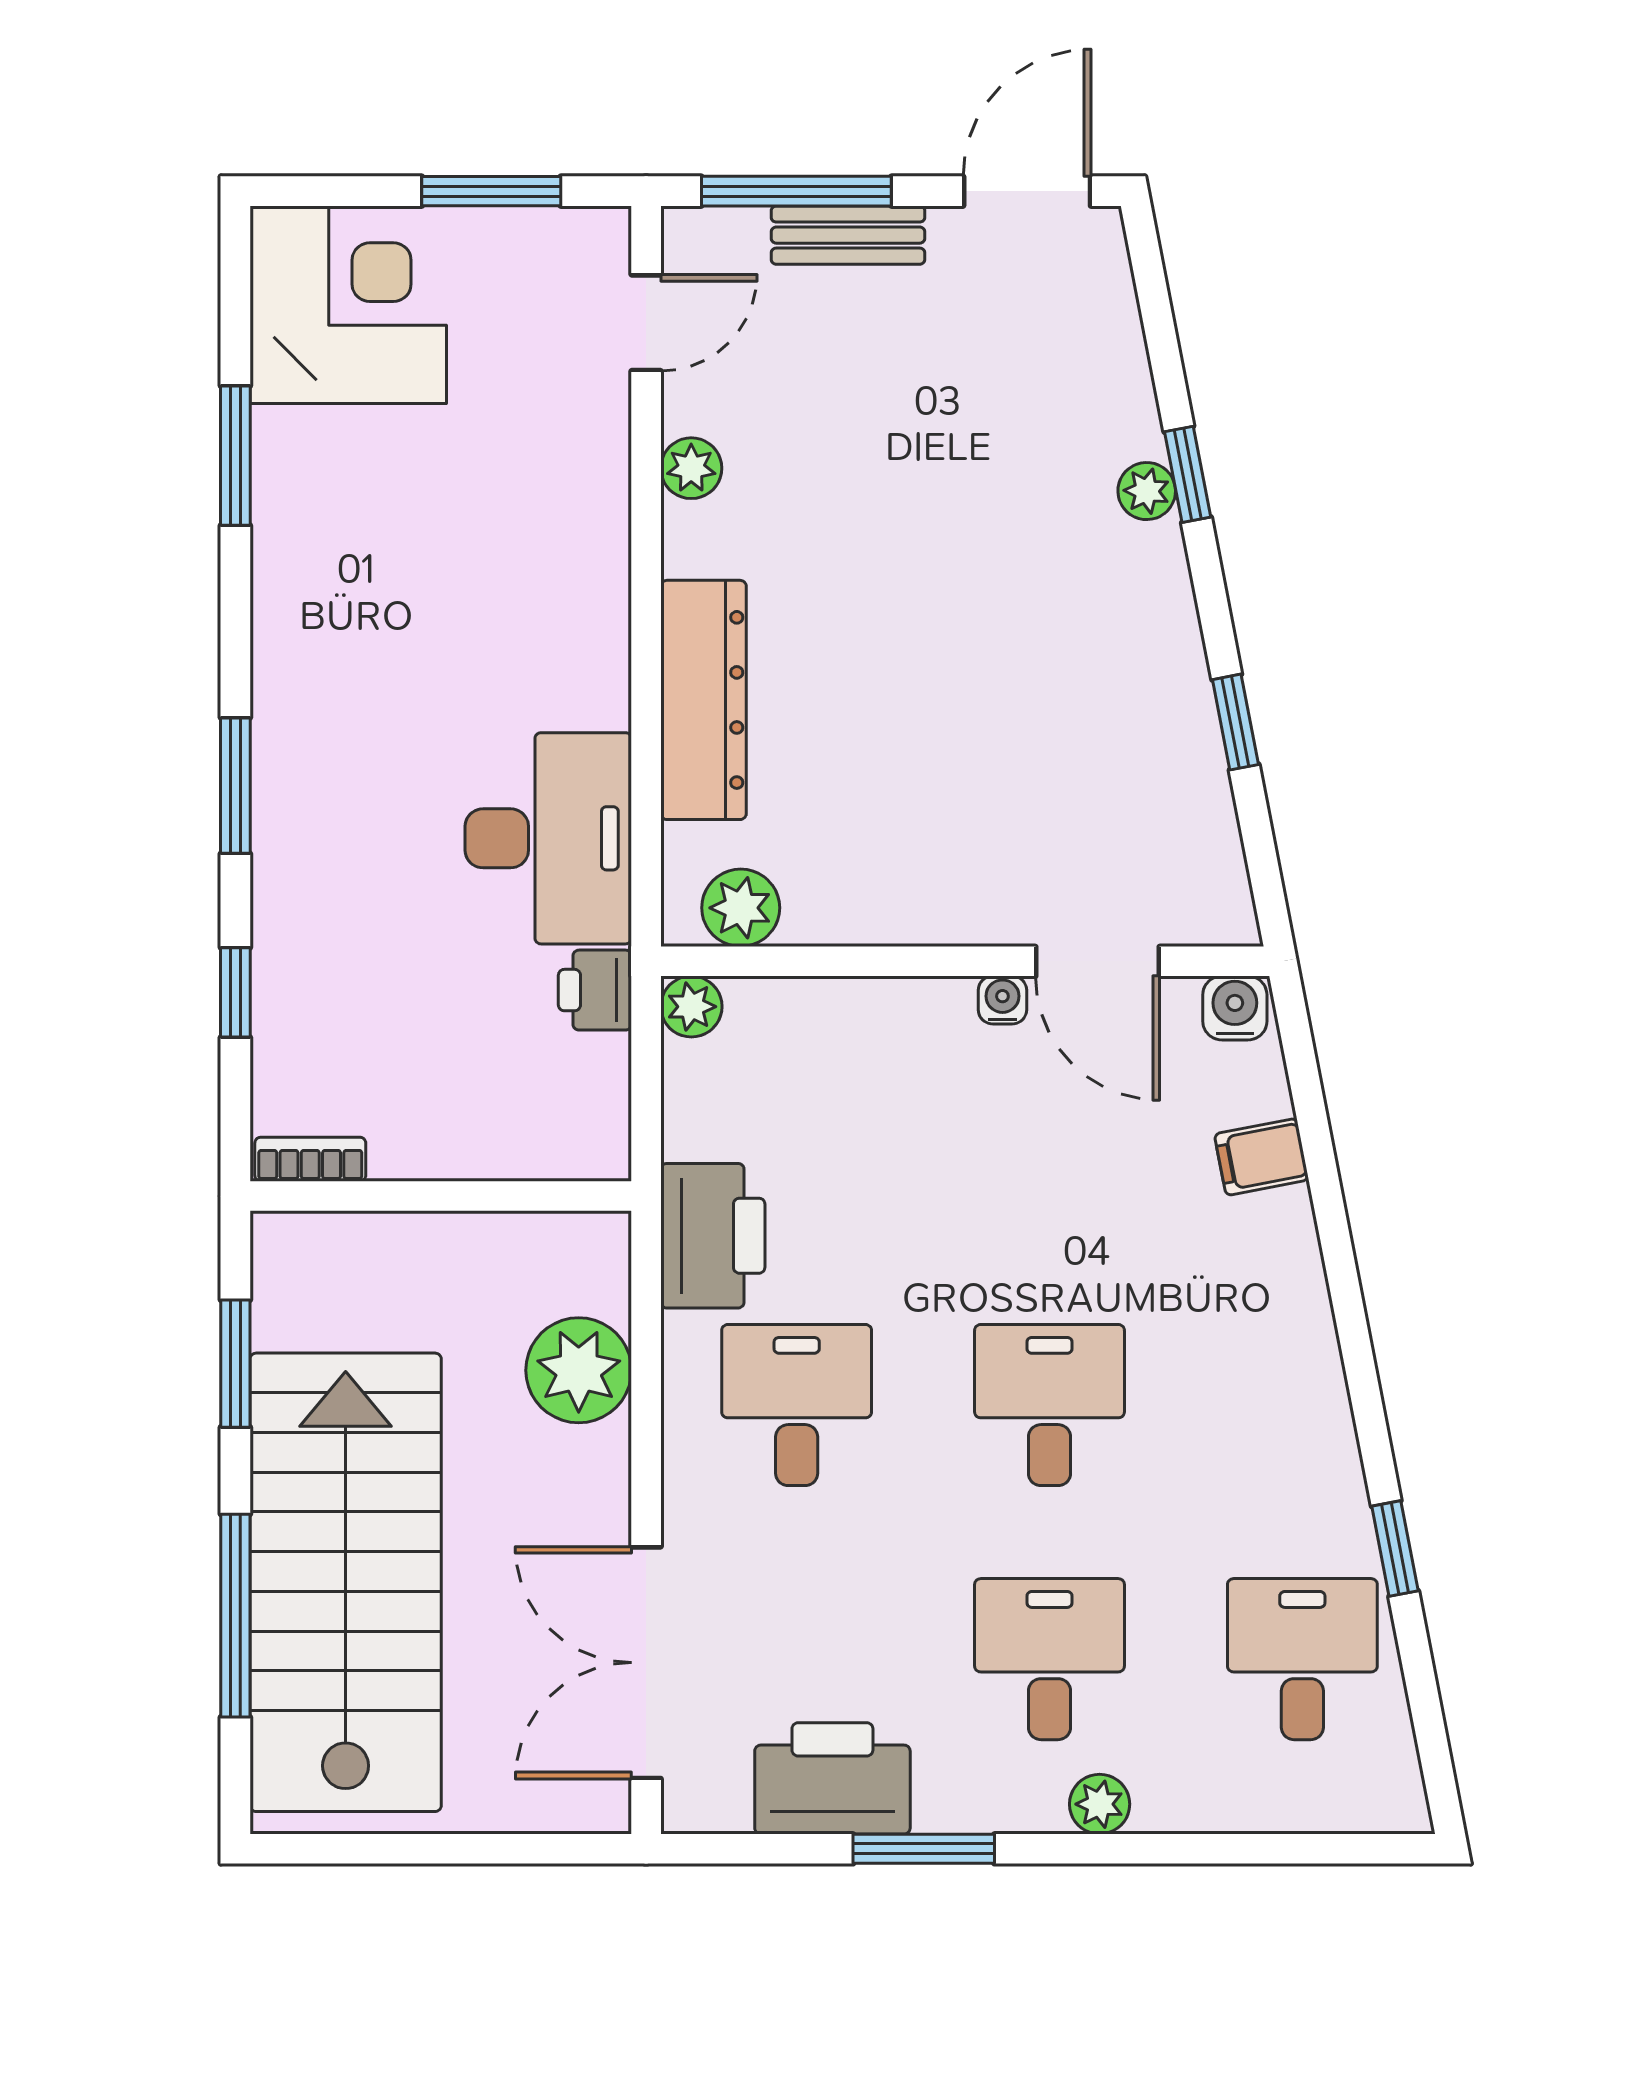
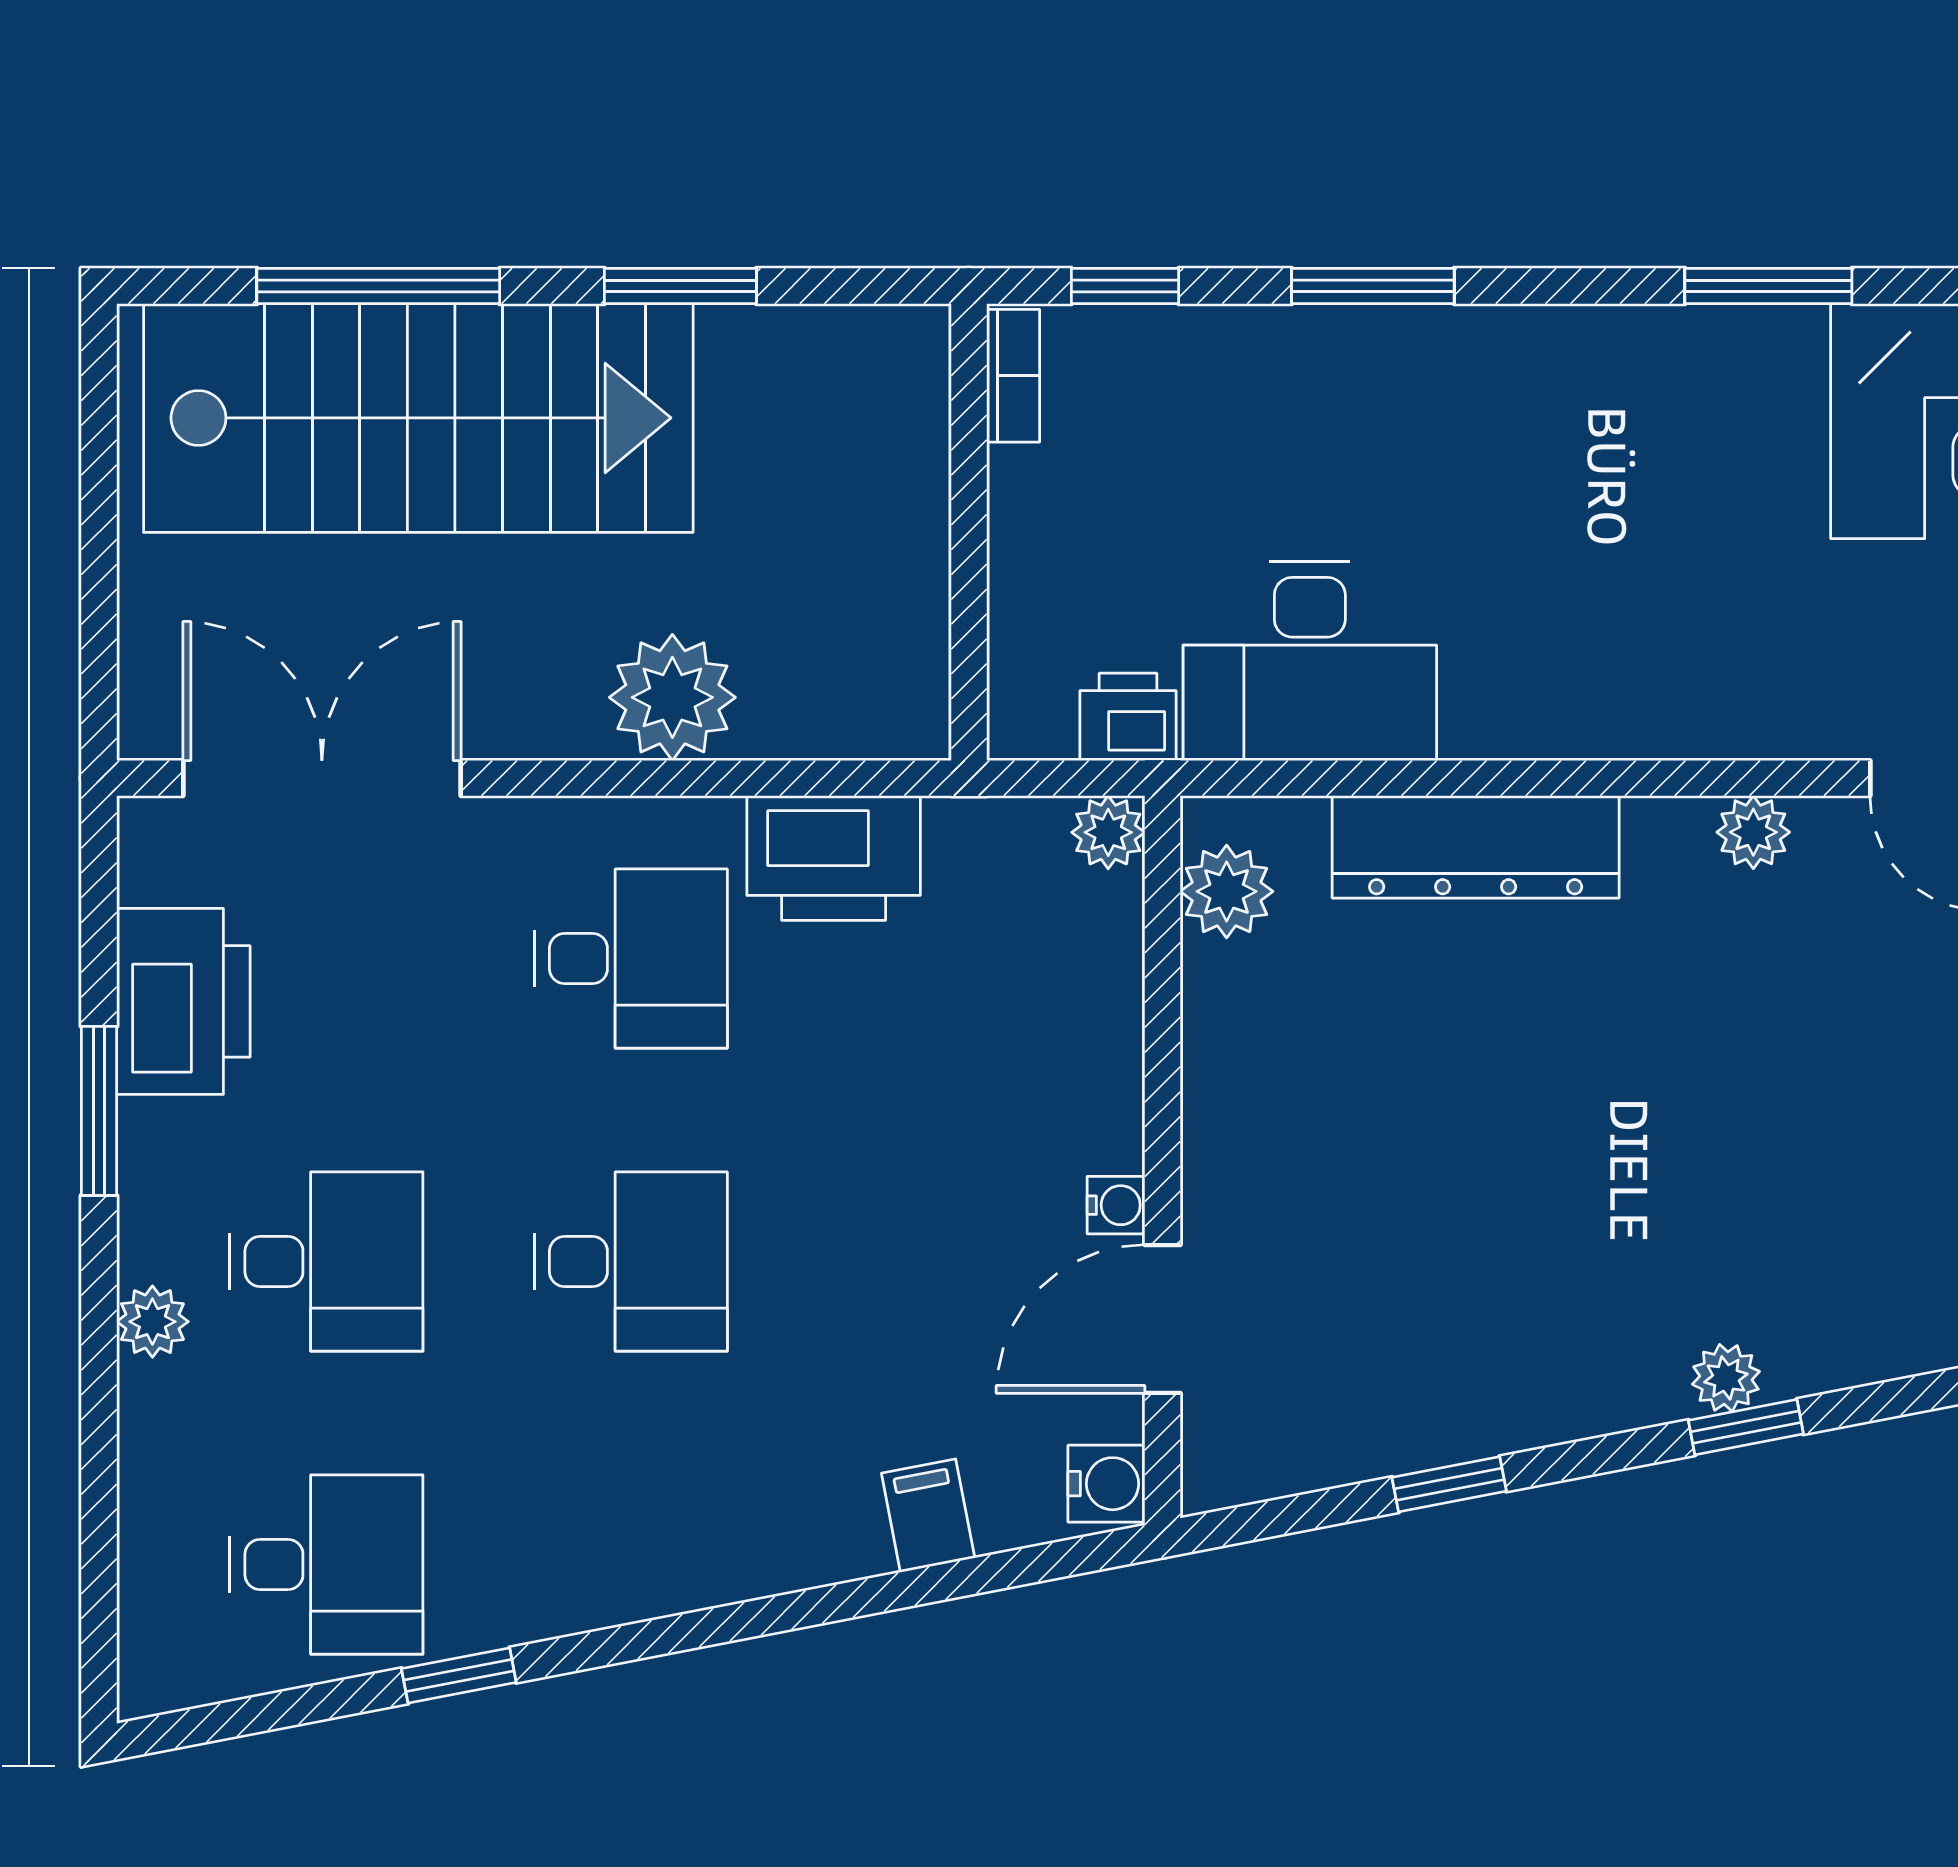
bookcase: (310, 1159) -> (1013, 376), moved
wall: (441, 1196) -> (969, 532), moved

